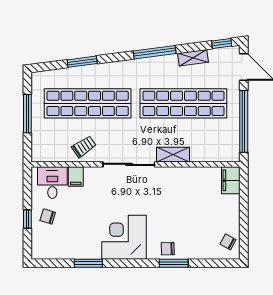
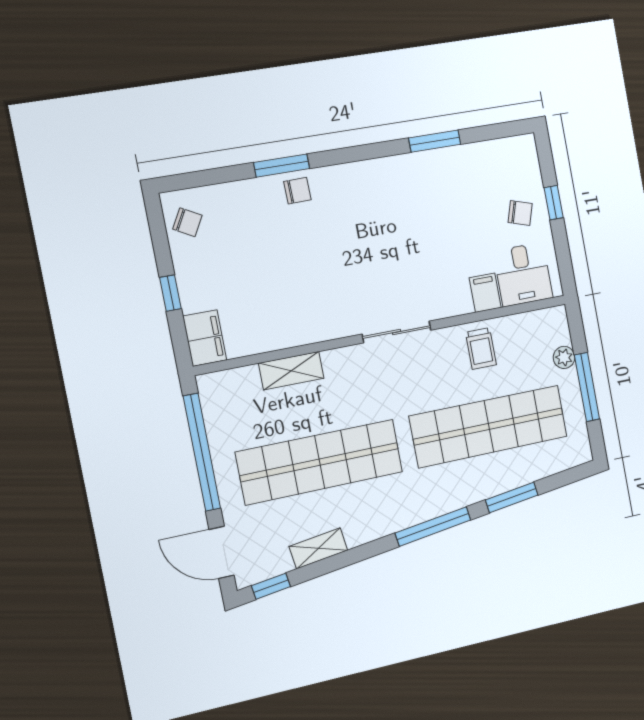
window: (155, 52) -> (433, 526), moved
plant: (38, 133) -> (564, 357), added
trolley: (84, 147) -> (481, 349), turned -56
shelving: (173, 155) -> (291, 371), moved
sliding door: (129, 164) -> (397, 332), width x0.73
window: (244, 207) -> (170, 293), added
corner desk: (124, 237) -> (380, 199), removed

